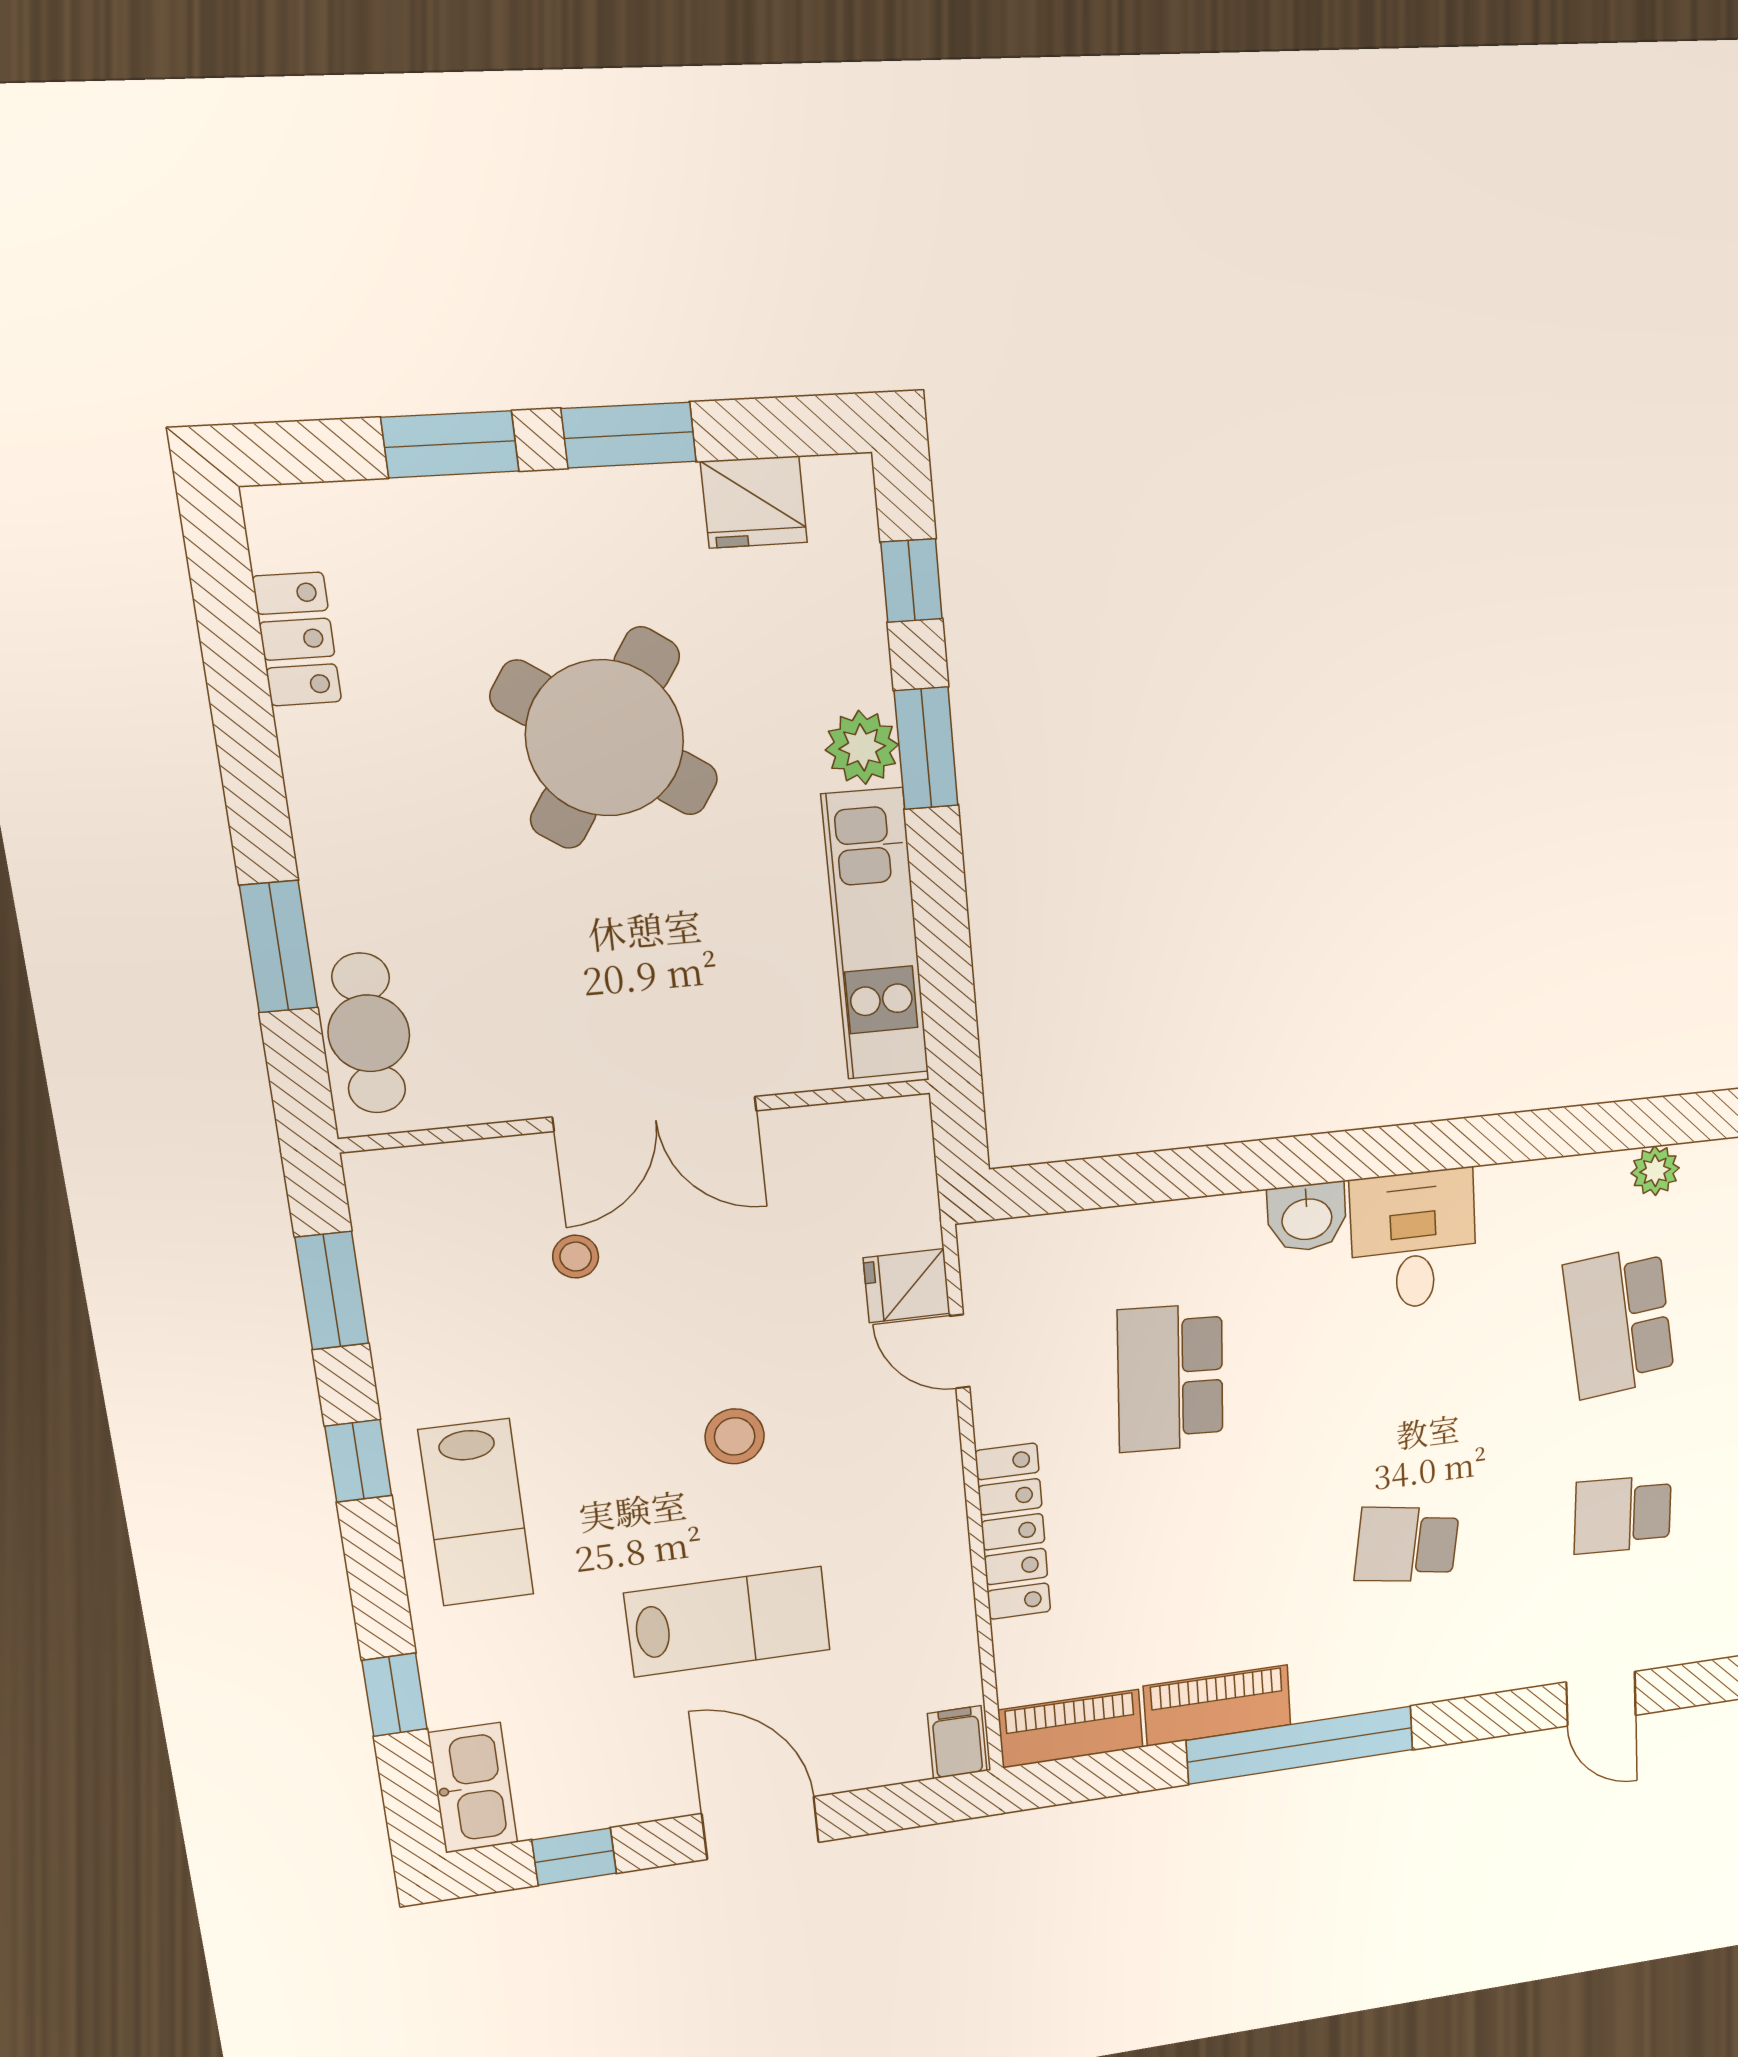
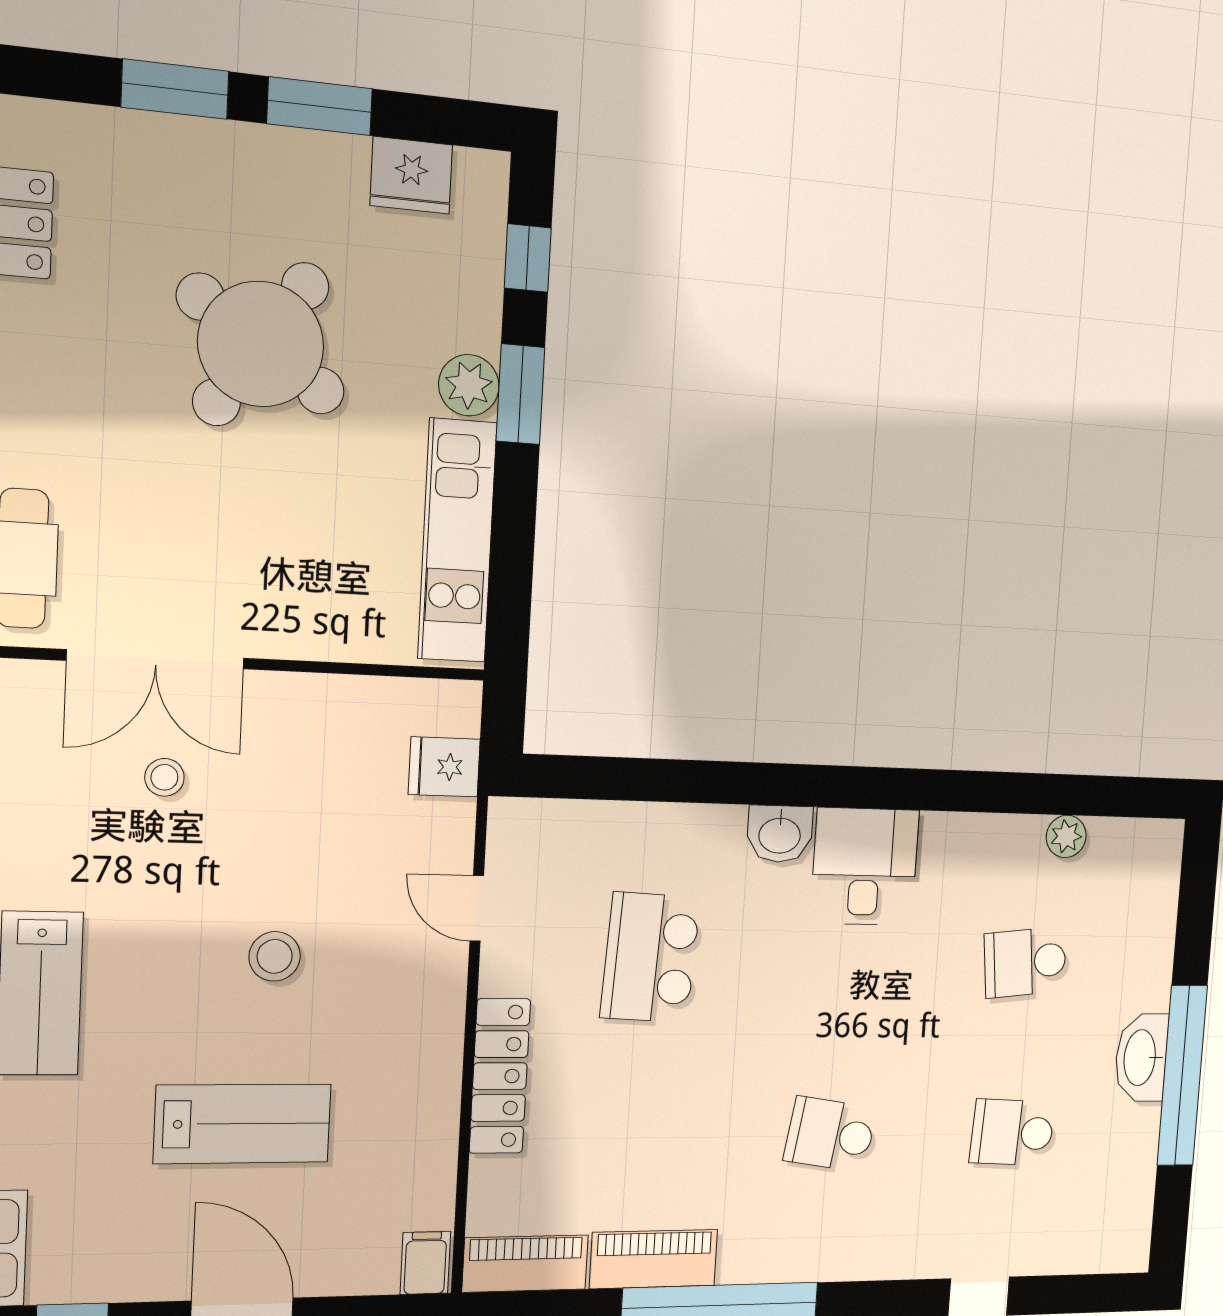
double door: (655, 1114) -> (156, 659), moved
fridge: (907, 1286) -> (444, 767), moved
school desk: (1619, 1322) -> (1025, 962), width x0.54

